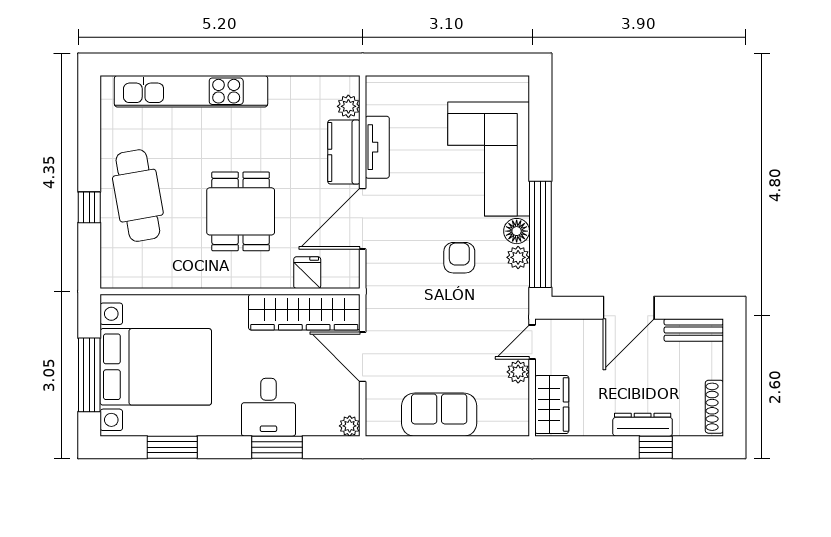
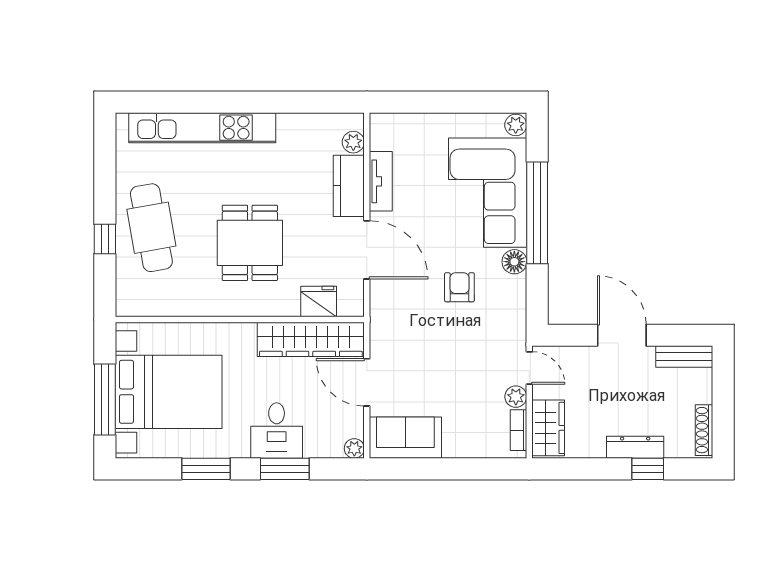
door: (363, 219) -> (367, 250), swing flipped
window: (540, 234) -> (537, 213), moved
plant: (518, 257) -> (516, 125), moved
fridge: (307, 273) -> (319, 302), width x1.38
door: (629, 308) -> (622, 335), swing flipped
door: (532, 342) -> (529, 368), swing flipped
bookcase: (521, 407) -> (518, 430), added
sofa: (439, 415) -> (405, 438), moved
window: (172, 447) -> (206, 469), moved

